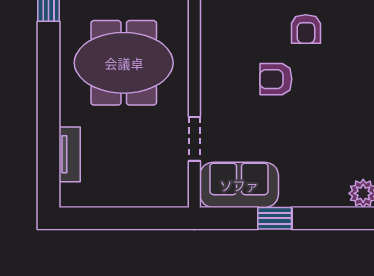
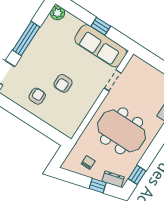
armchair: (276, 79) -> (63, 83), turned 90
sofa: (239, 185) -> (101, 46), width x1.36

